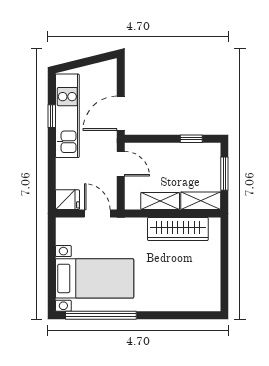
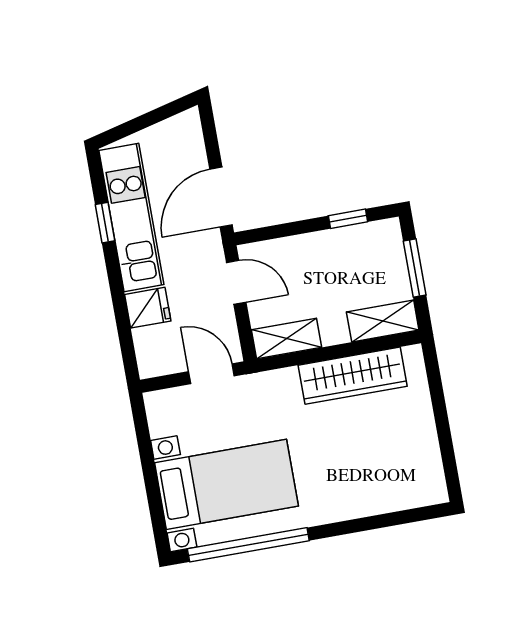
fridge: (67, 200) -> (148, 308), moved
shelving: (160, 201) -> (287, 339), moved

